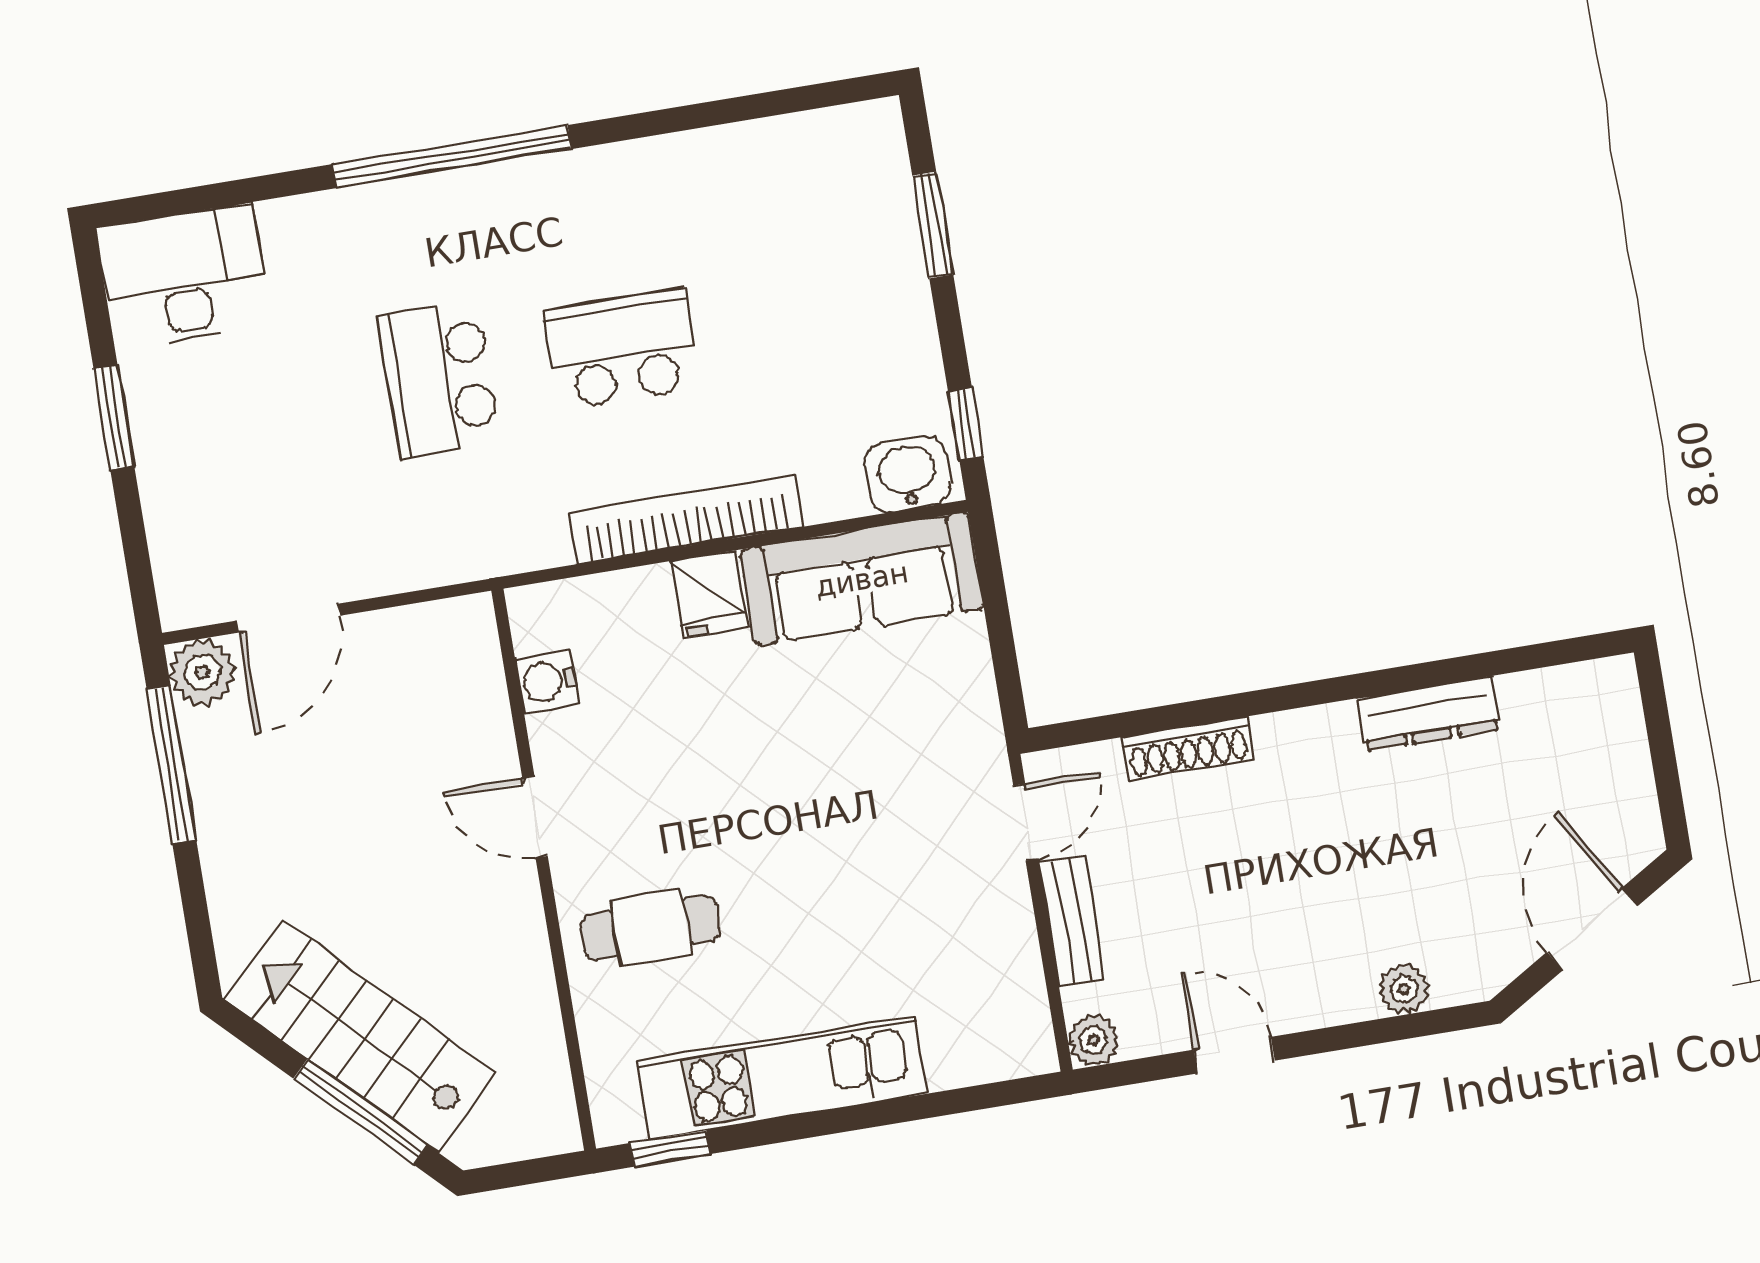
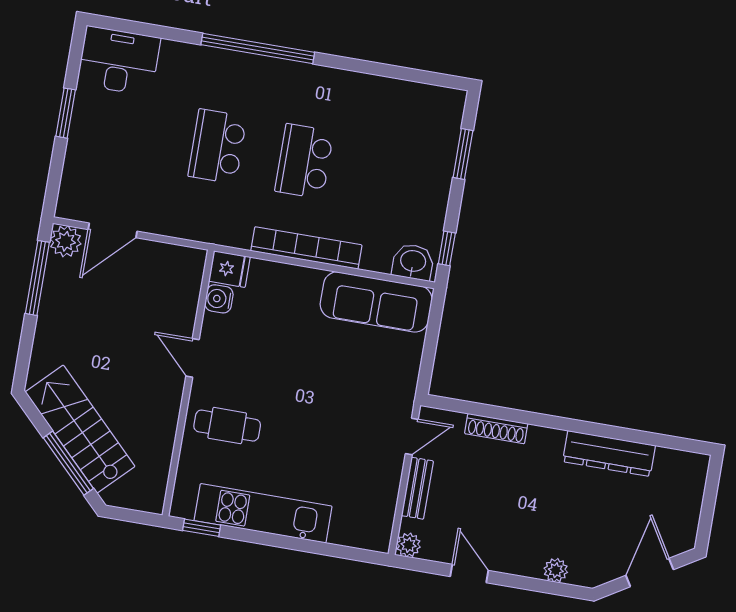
school desk: (622, 349) -> (304, 161), turned -90
fridge: (709, 594) -> (229, 269), moved, turned -90
dresser: (1428, 714) -> (609, 453), width x1.37, depth x1.24

